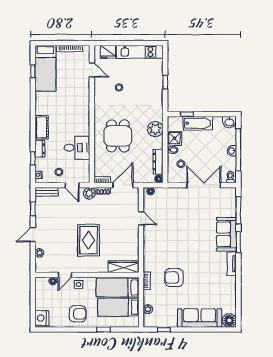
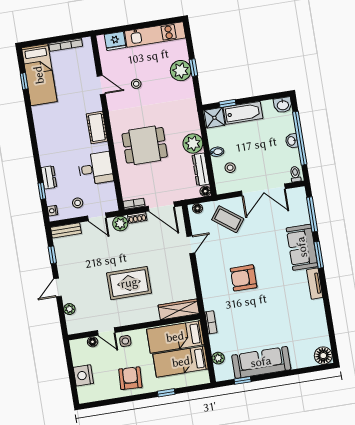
door: (92, 70) -> (101, 85), moved
plant: (155, 83) -> (181, 71), added
cot: (41, 127) -> (97, 127), moved
plant: (155, 129) -> (193, 143), moved
dining table: (118, 136) -> (145, 145), turned 90
shower: (174, 138) -> (214, 118), moved
door: (123, 185) -> (161, 206), swing flipped
double door: (204, 185) -> (263, 190), swing flipped
coffee table: (173, 203) -> (228, 219), added
door: (141, 218) -> (191, 245), hinge flipped
rug: (89, 240) -> (129, 283), turned 90
door: (65, 275) -> (106, 332), hinge flipped
armchair: (174, 278) -> (244, 278), moved
armchair: (78, 314) -> (130, 378), turned -87
nightstand: (42, 318) -> (83, 375), moved
sofa: (200, 318) -> (261, 362), moved

